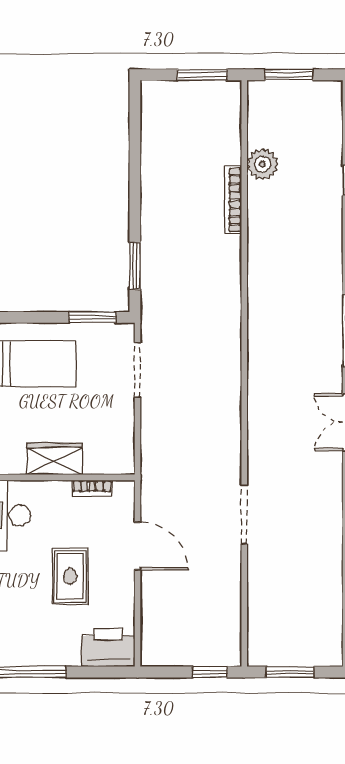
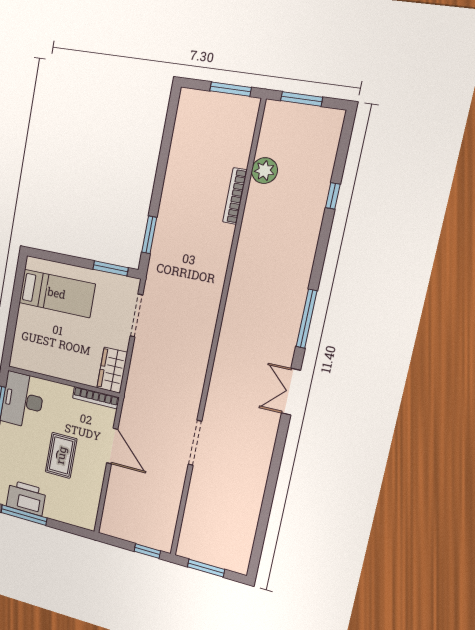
wardrobe: (55, 459) -> (112, 370), moved, turned -90
bookcase: (92, 488) -> (96, 398), width x1.56
printer: (108, 648) -> (26, 498), moved

